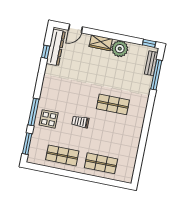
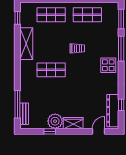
window: (149, 43) -> (50, 131), moved
display table: (49, 119) -> (108, 65), moved
shelving: (134, 138) -> (26, 44), added
window: (138, 167) -> (17, 18), added

